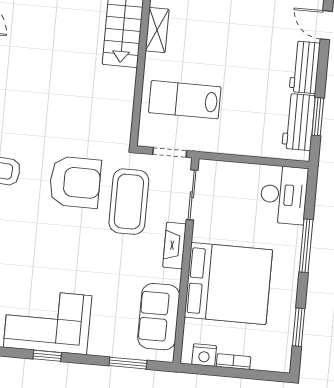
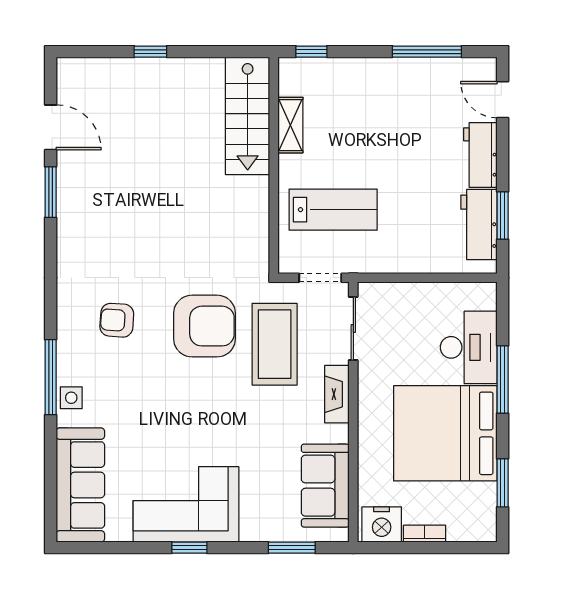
lab bench: (185, 100) -> (333, 210), turned 180
desk: (284, 195) -> (469, 347), moved
bed: (228, 284) -> (445, 433), moved, turned 180
nightstand: (204, 355) -> (382, 524), width x1.36, depth x1.33

